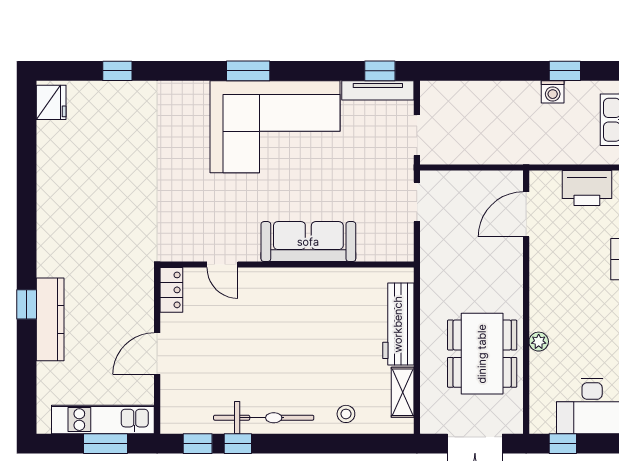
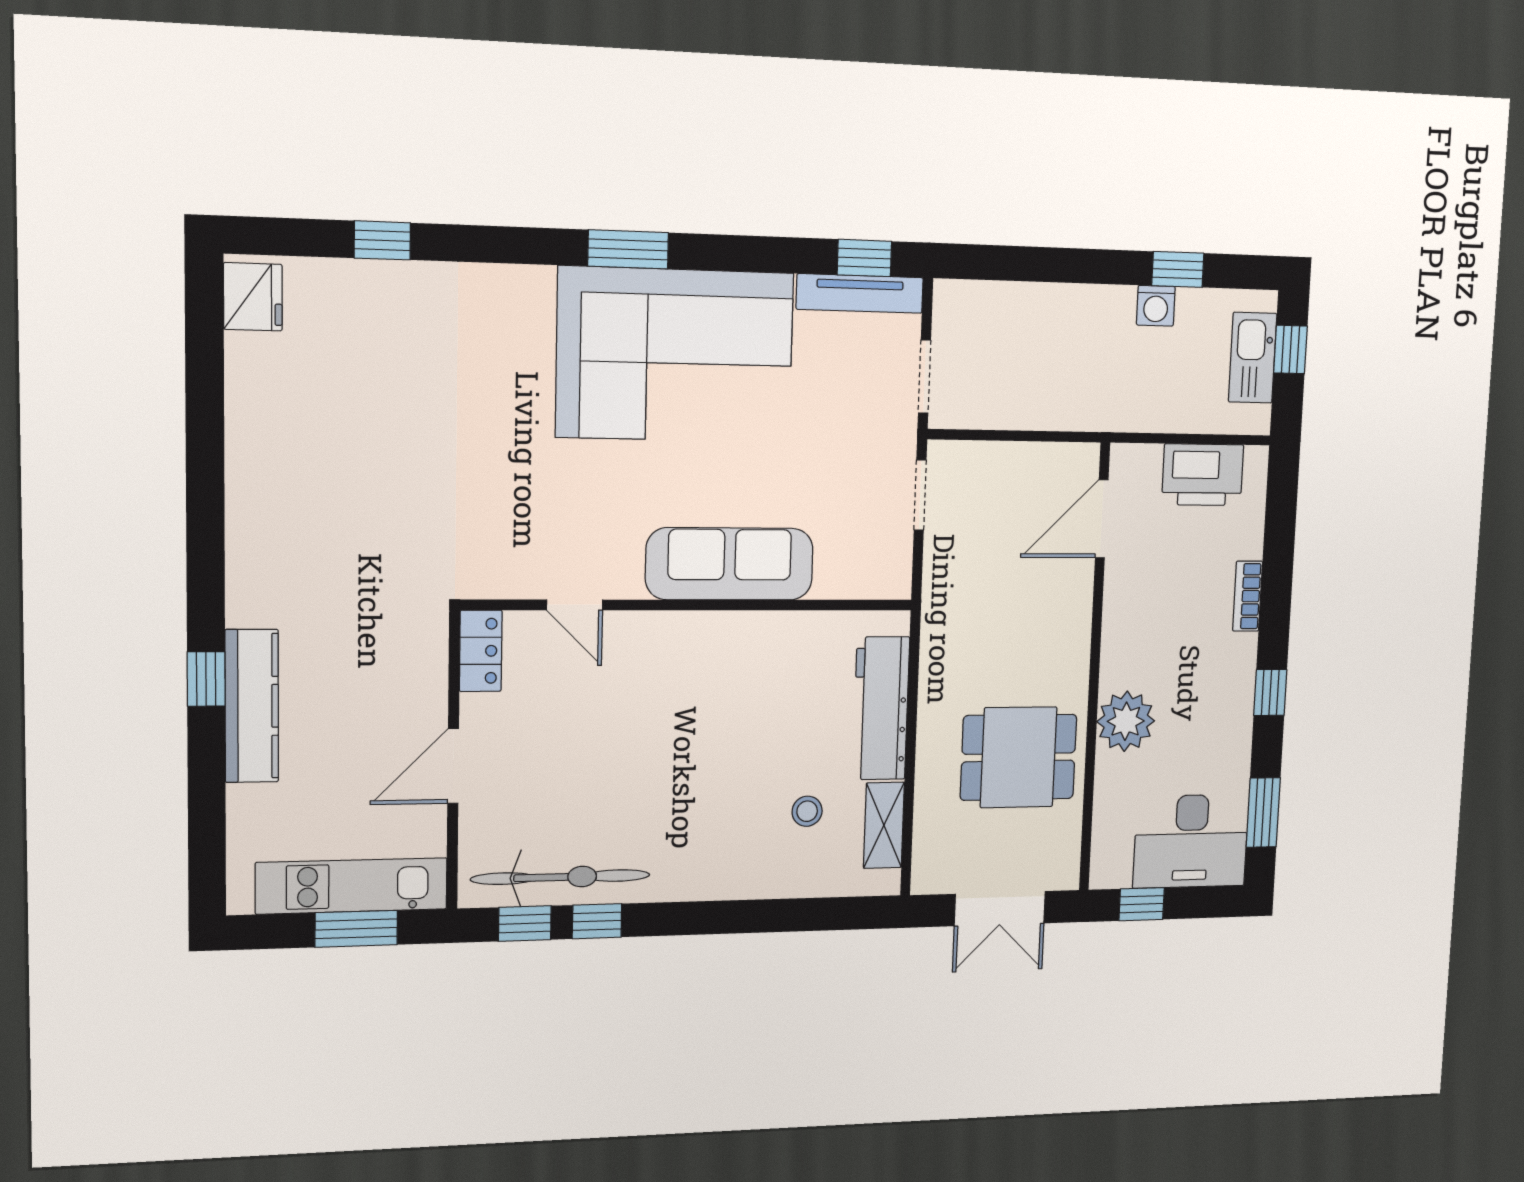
plant: (539, 342) -> (1126, 721), width x1.88, depth x1.88
dining table: (482, 354) -> (1019, 757), width x0.73
stool: (346, 414) -> (807, 811), moved
bicycle: (264, 418) -> (561, 877), moved

